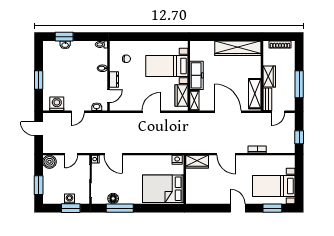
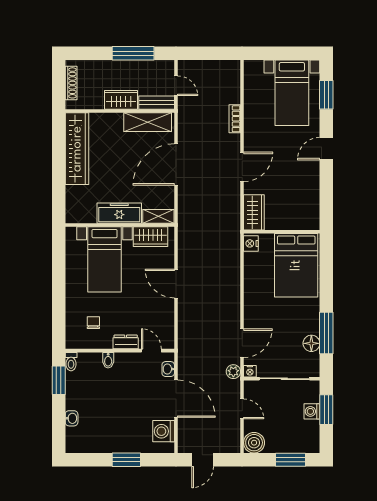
window: (64, 37) -> (59, 380), moved
door: (78, 112) -> (176, 399), width x1.88
window: (299, 137) -> (216, 53), removed
plant: (95, 148) -> (233, 372), added

